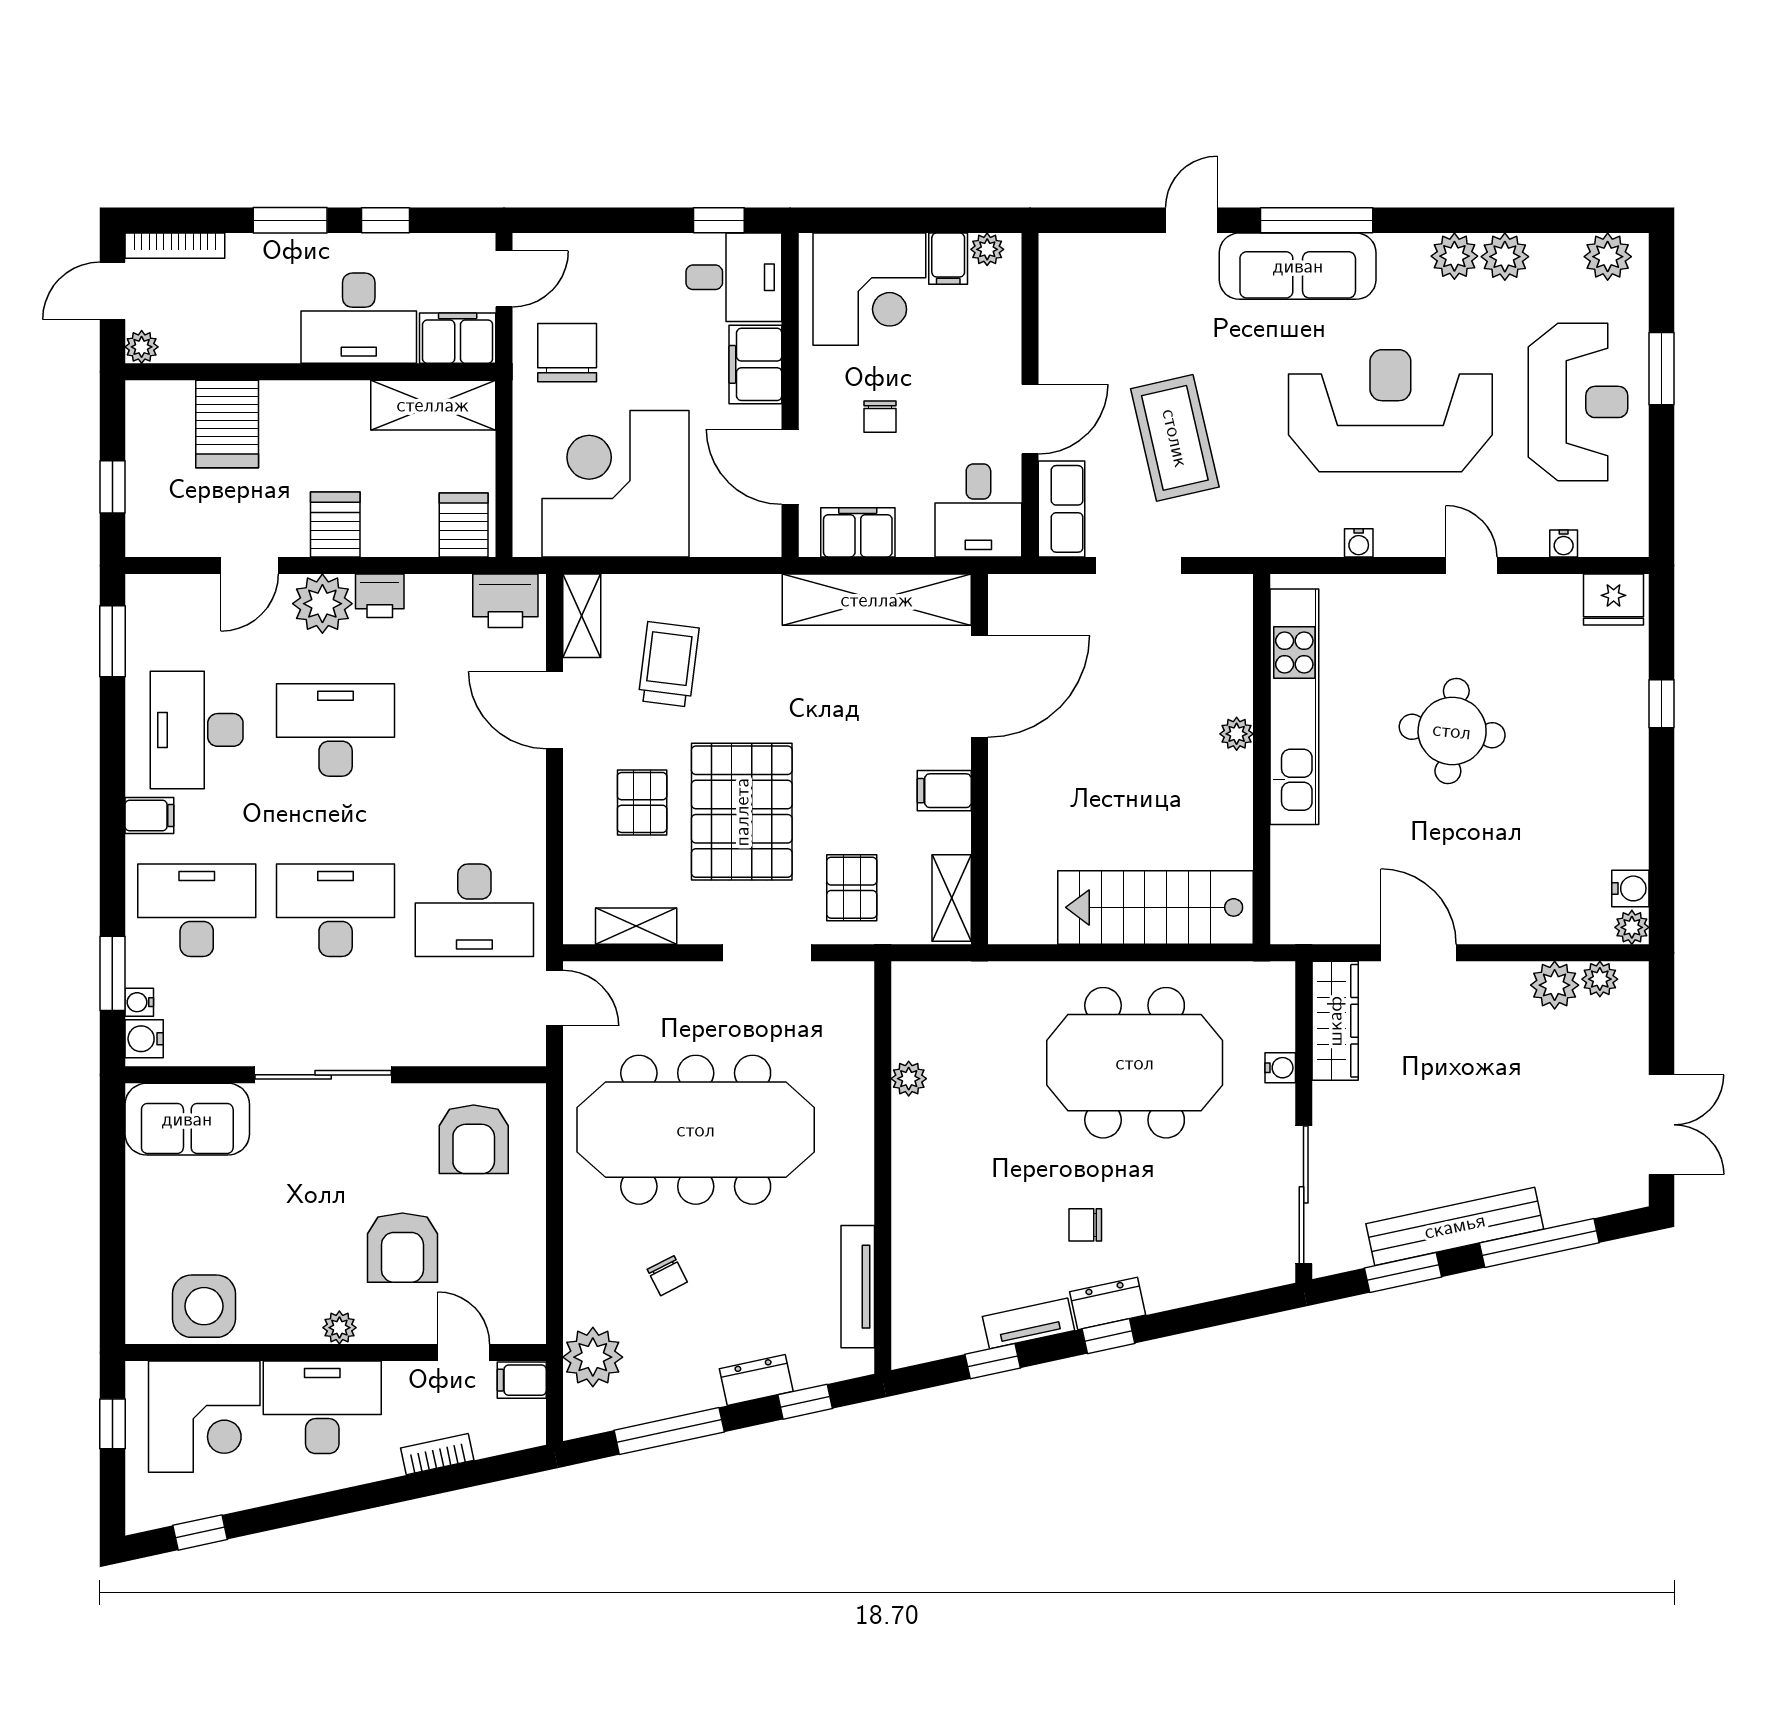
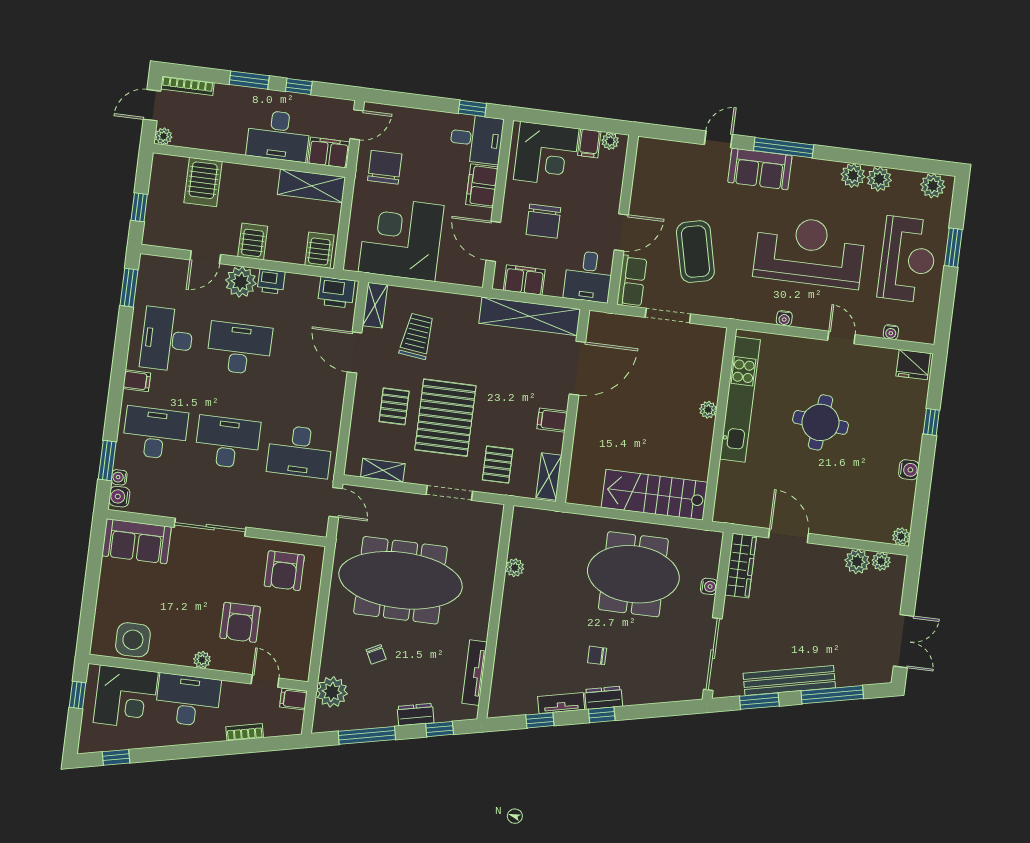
sofa: (1298, 266) -> (760, 169), width x0.73
chair: (880, 417) -> (543, 221), width x1.87, depth x1.87
water cooler: (1630, 888) -> (909, 470), moved

